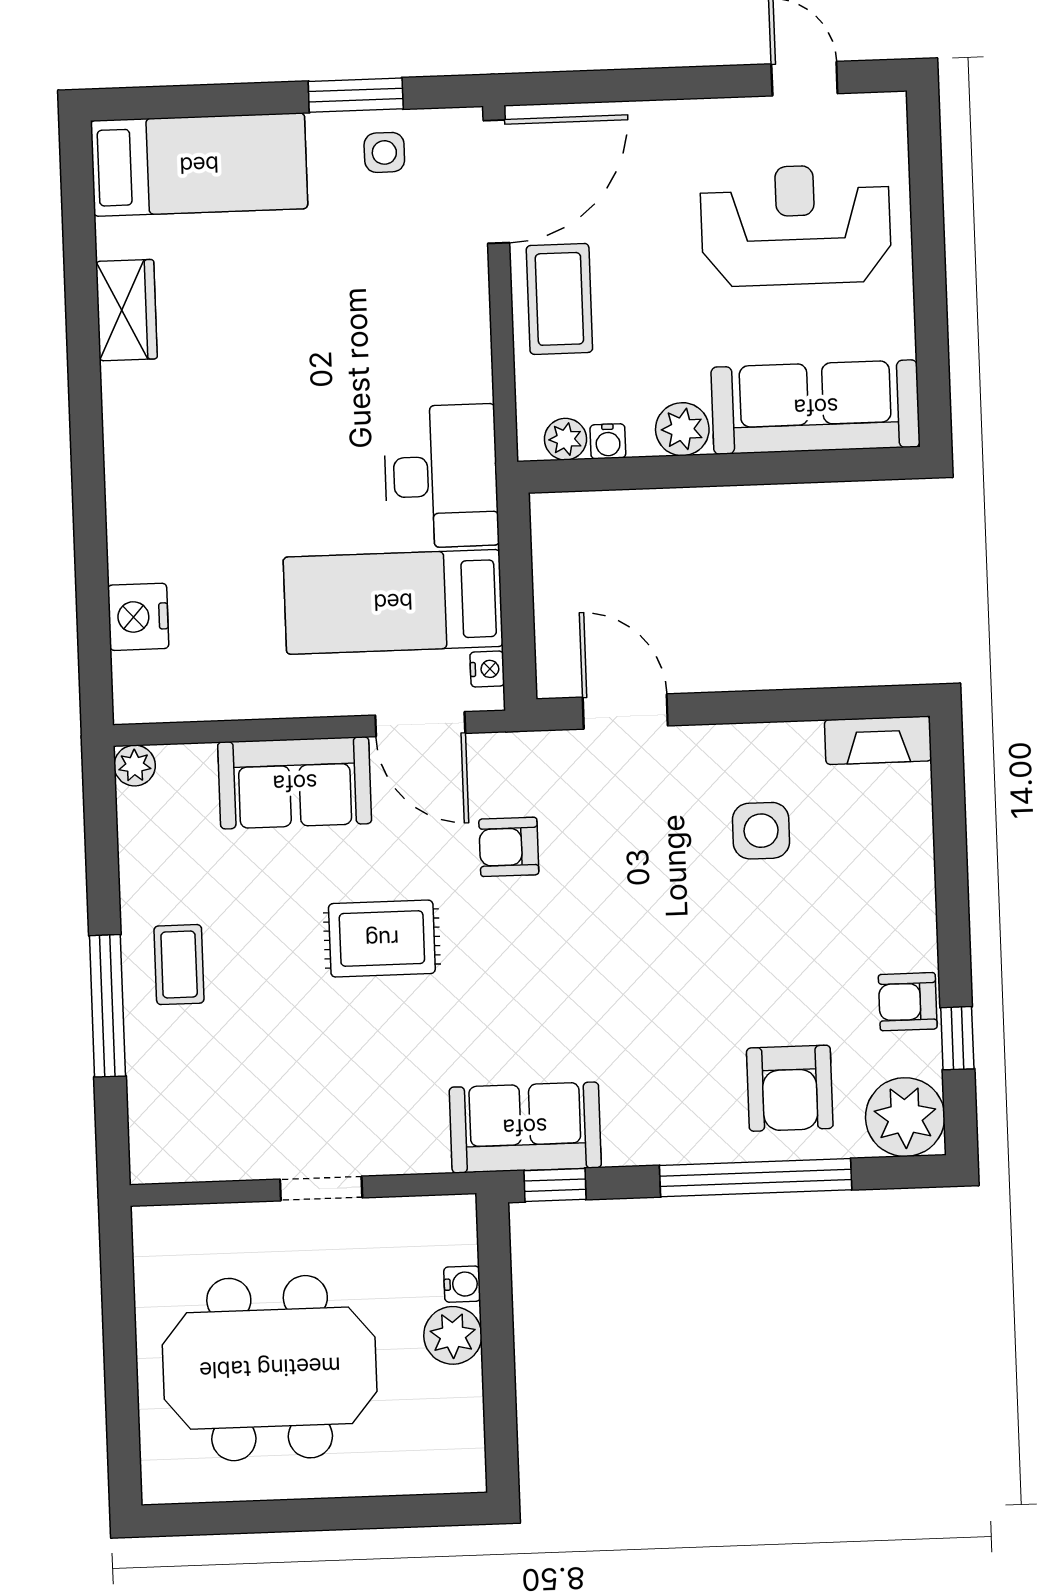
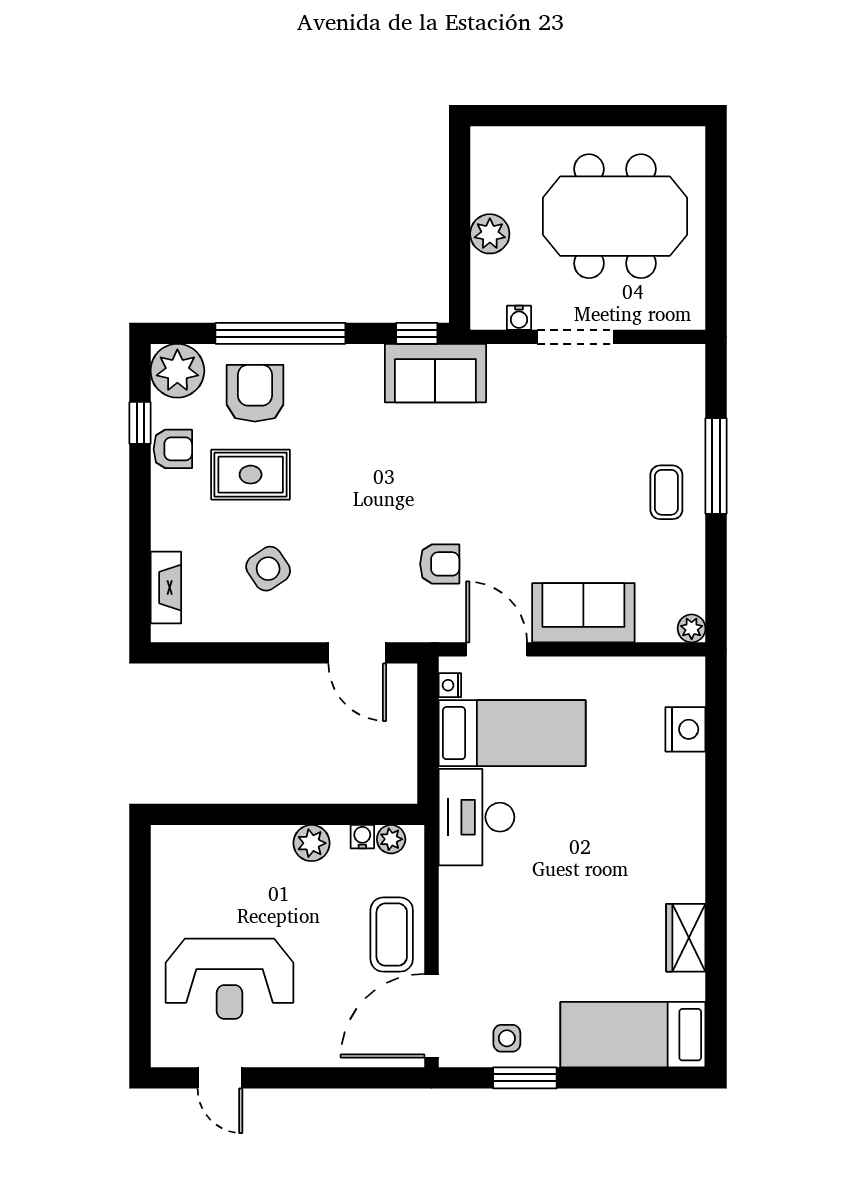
sofa: (816, 407) -> (221, 855), removed
fireplace: (878, 740) -> (166, 588), moved, turned 90
side table: (761, 831) -> (268, 569), turned -34
rug: (382, 939) -> (251, 475), moved
doorway: (321, 1188) -> (576, 337), width x1.38
water cooler: (462, 1284) -> (519, 318), moved, turned -90

